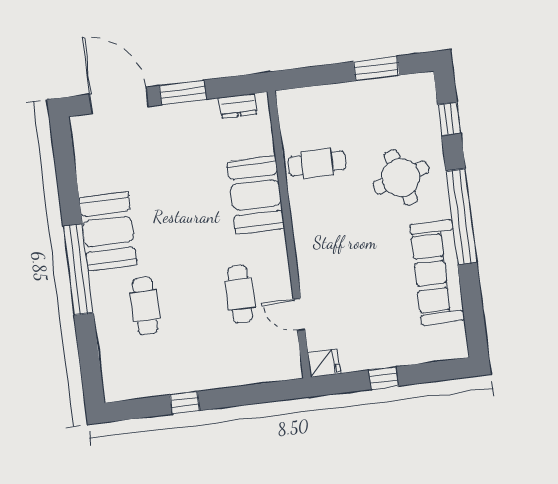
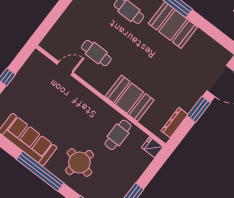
dresser: (238, 106) -> (175, 123), width x1.44
round table: (401, 177) -> (79, 163), turned 30
fridge: (324, 363) -> (152, 147), moved, turned 90

